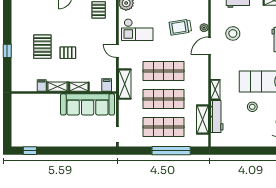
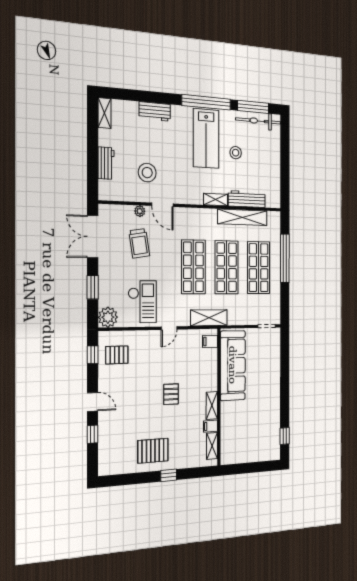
pallet: (42, 47) -> (153, 451), moved
shelving: (79, 87) -> (212, 446), moved
shelving: (202, 120) -> (242, 217), width x1.47

